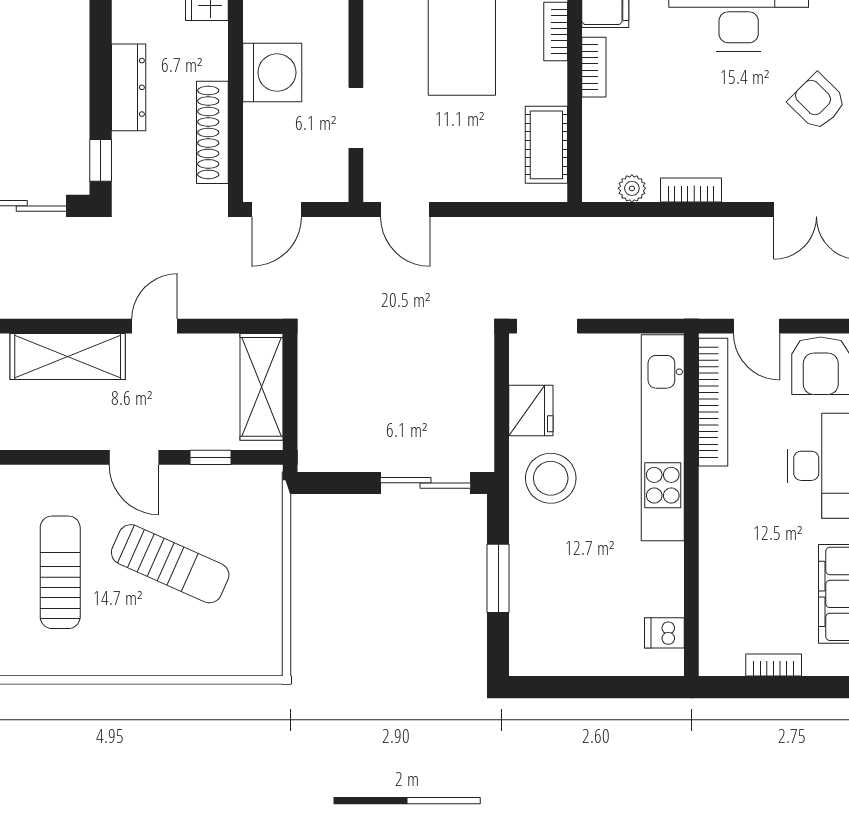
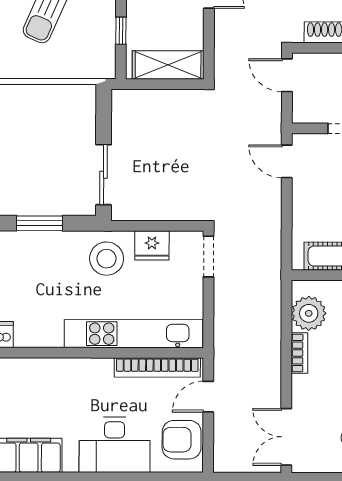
plant: (632, 188) -> (309, 313), width x1.88, depth x1.88
door: (405, 209) -> (287, 161), hinge flipped

